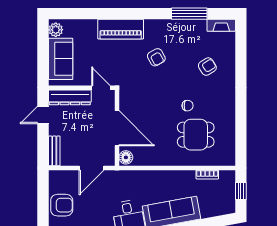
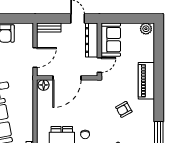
sofa: (61, 59) -> (111, 40), moved, turned -90
door: (92, 168) -> (35, 57), swing flipped

